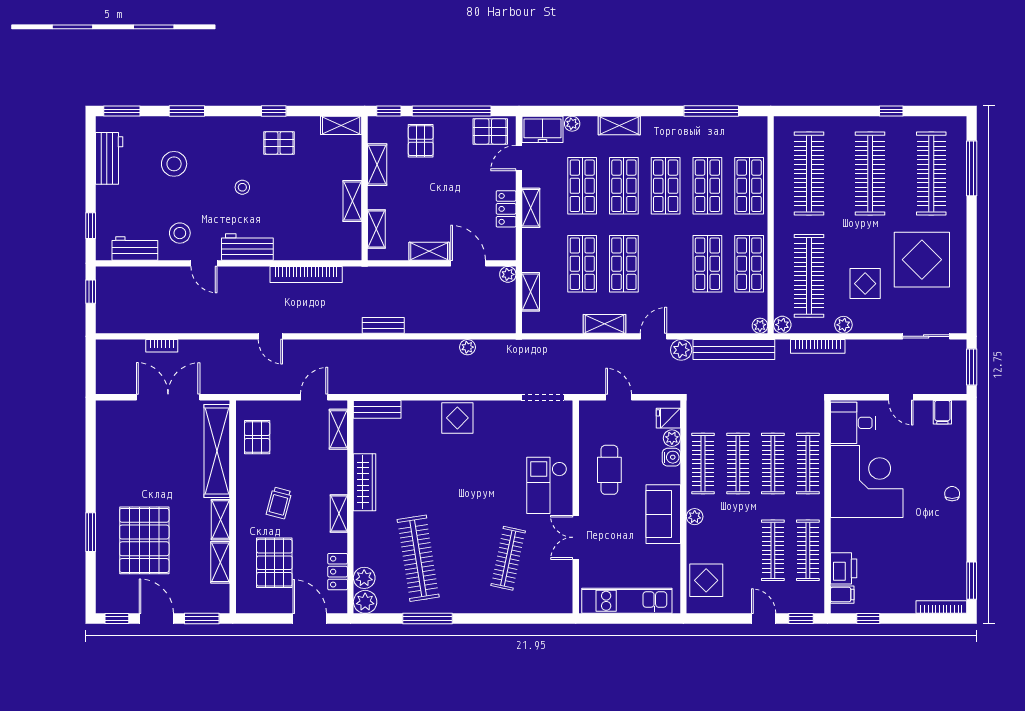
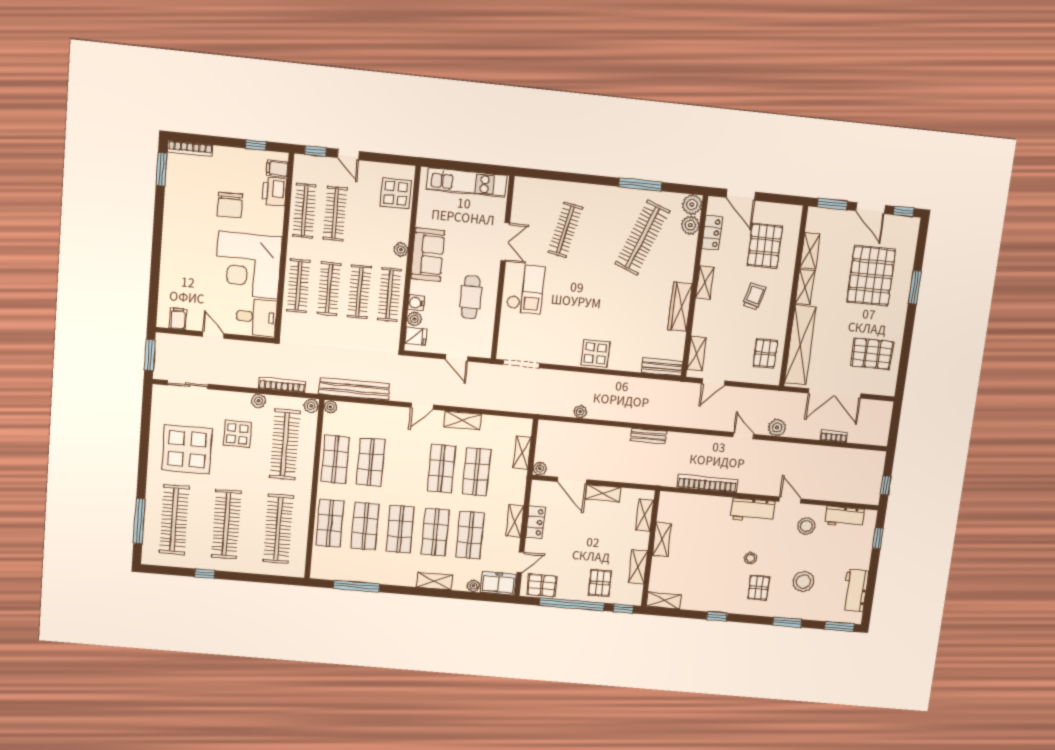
pallet: (279, 143) -> (759, 588), moved, turned 90
plant: (681, 350) -> (777, 428), moved
pallet: (130, 449) -> (872, 354), added
chair: (952, 494) -> (230, 205), moved, width x1.87, depth x1.87
clothes rail: (418, 558) -> (642, 237), turned 30

